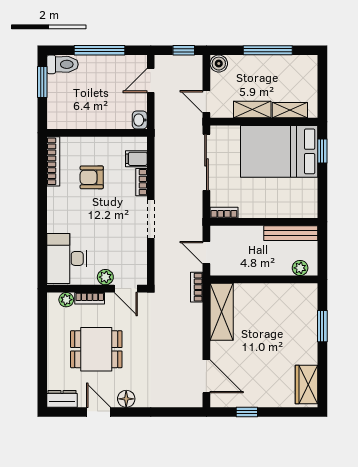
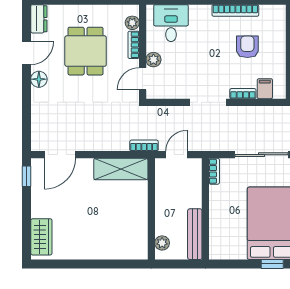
bookcase: (53, 161) -> (235, 10), moved
desk: (67, 258) -> (171, 23), width x0.73
window: (322, 326) -> (107, 264), removed
wardrobe: (307, 385) -> (41, 237), moved, turned 90
window: (247, 412) -> (26, 176), moved

